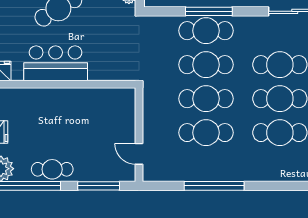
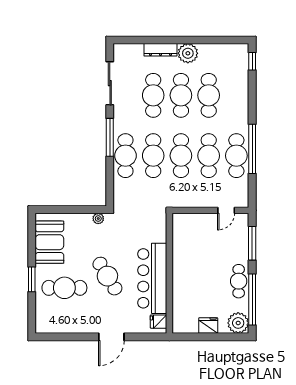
window: (209, 11) -> (110, 137), moved
bar counter: (56, 63) -> (152, 278), width x1.36
cafe table: (206, 167) -> (236, 156), added

